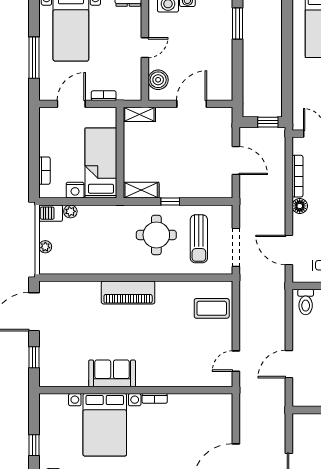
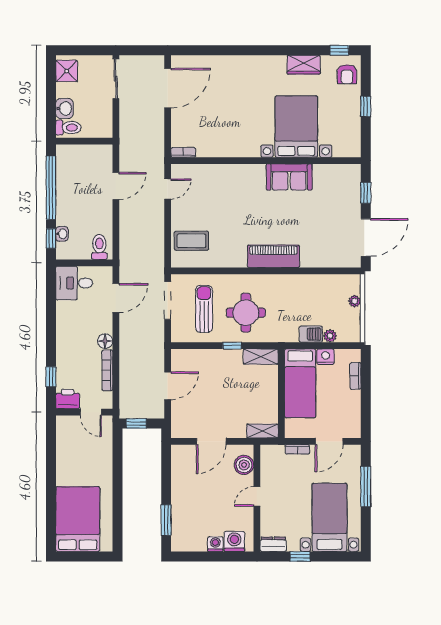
door: (236, 160) -> (168, 386), swing flipped
barbecue: (51, 213) -> (311, 334), moved
door: (289, 250) -> (116, 298), hinge flipped
bookcase: (155, 398) -> (183, 152), moved

